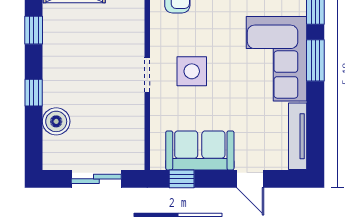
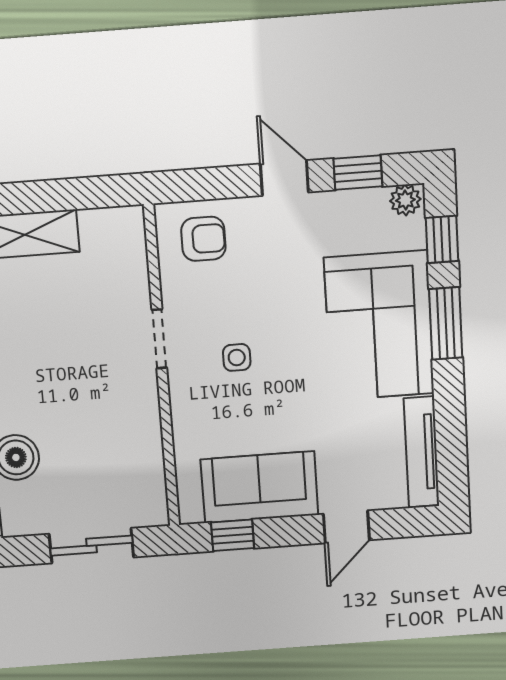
side table: (192, 71) -> (237, 357), width x0.54, depth x0.54
doorway: (147, 75) -> (159, 339), moved
door: (250, 179) -> (346, 527), hinge flipped

